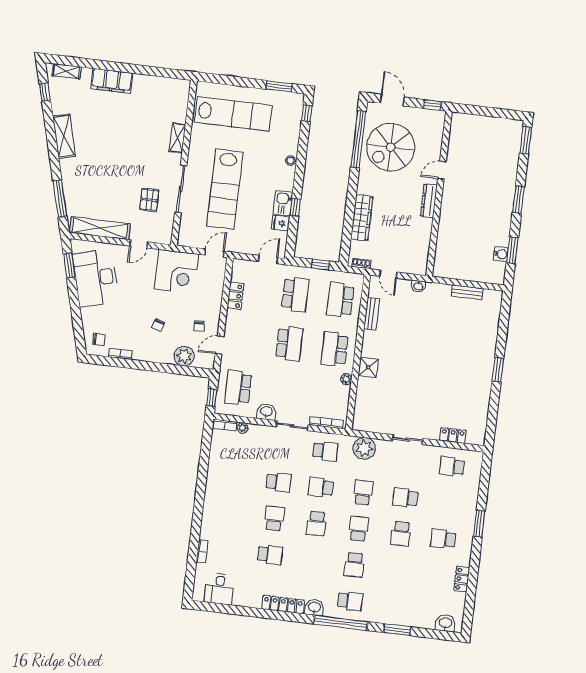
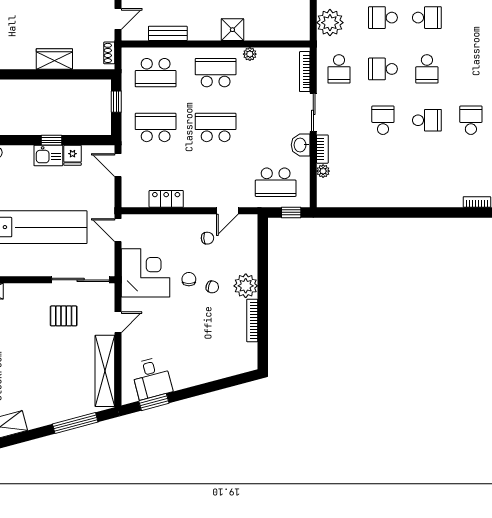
sliding door: (181, 189) -> (81, 280), moved
wardrobe: (362, 218) -> (54, 59), width x0.67
door: (139, 244) -> (118, 322), hinge flipped
desk: (96, 278) -> (152, 378), width x0.53, depth x0.77
chair: (99, 339) -> (189, 279), moved
door: (220, 345) -> (227, 211), hinge flipped
school desk: (334, 349) -> (216, 73), turned 180
bookcase: (120, 354) -> (252, 320), width x1.56
plant: (184, 356) -> (246, 286), moved
bookcase: (225, 425) -> (322, 149), moved
school desk: (325, 451) -> (339, 69), turned 180
school desk: (321, 487) -> (383, 69), turned 90
school desk: (274, 518) -> (427, 120), turned 180
school desk: (316, 524) -> (427, 69), turned 90
school desk: (359, 529) -> (427, 18), turned 180
school desk: (354, 565) -> (471, 18), removed

